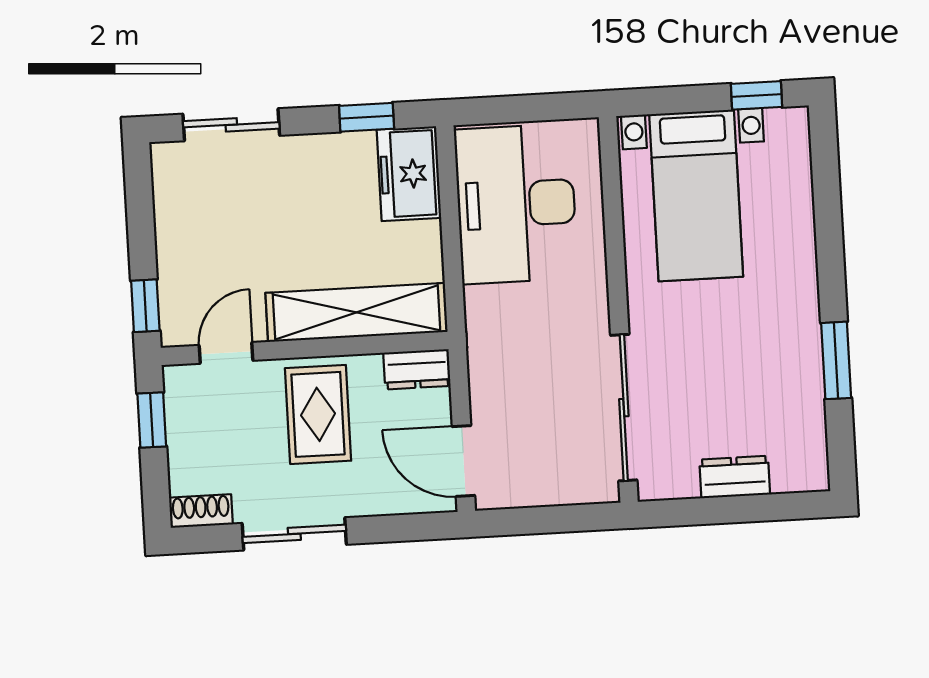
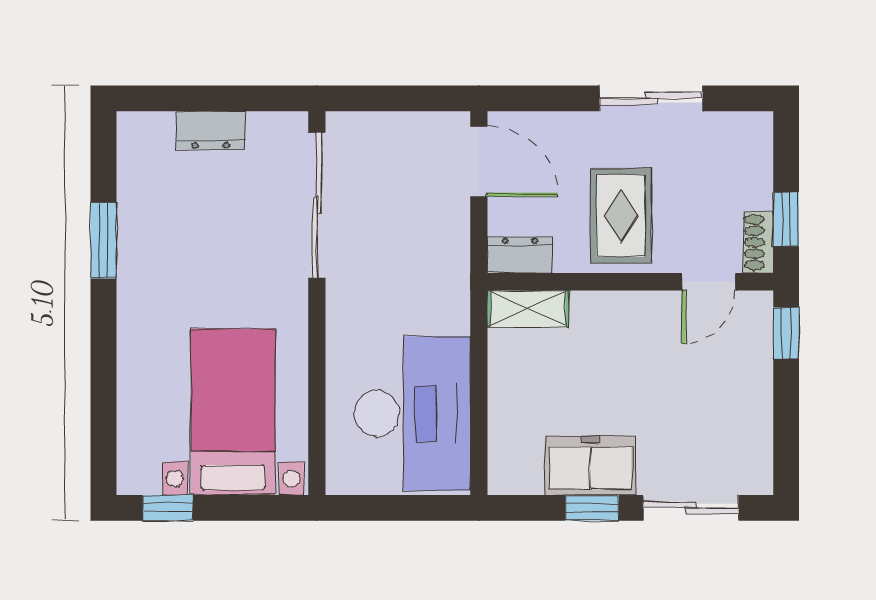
window: (367, 117) -> (592, 508), moved
freezer: (409, 174) -> (590, 465), moved, turned -90
shelving: (357, 312) -> (528, 309), width x0.45, depth x0.75
shoe rack: (201, 511) -> (758, 242), moved, turned 90

